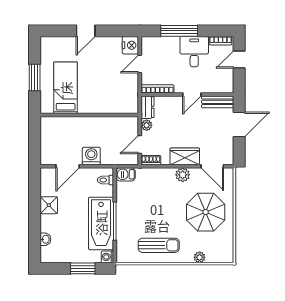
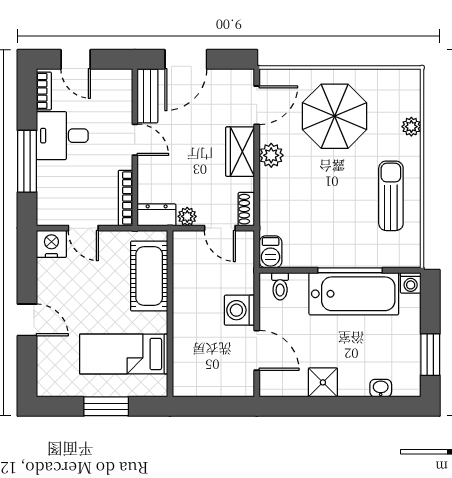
cot: (111, 103) -> (149, 276), added
door: (239, 124) -> (186, 59), swing flipped
window: (83, 268) -> (430, 355), moved

